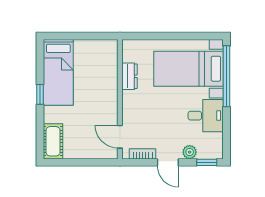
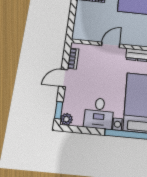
door: (120, 137) -> (111, 45), moved
plant: (190, 152) -> (66, 119), moved

